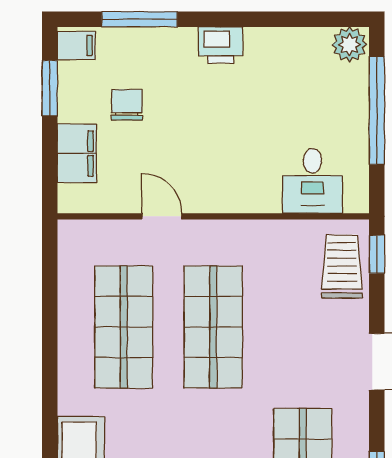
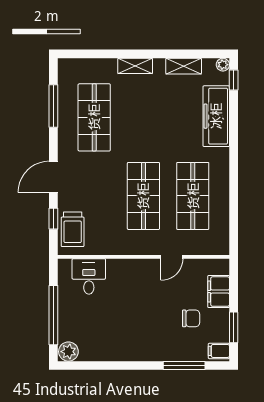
printer: (221, 45) -> (139, 351), removed
chair: (127, 105) -> (191, 318), turned -90
door: (162, 216) -> (172, 257), hinge flipped
window: (377, 254) -> (53, 219), moved

